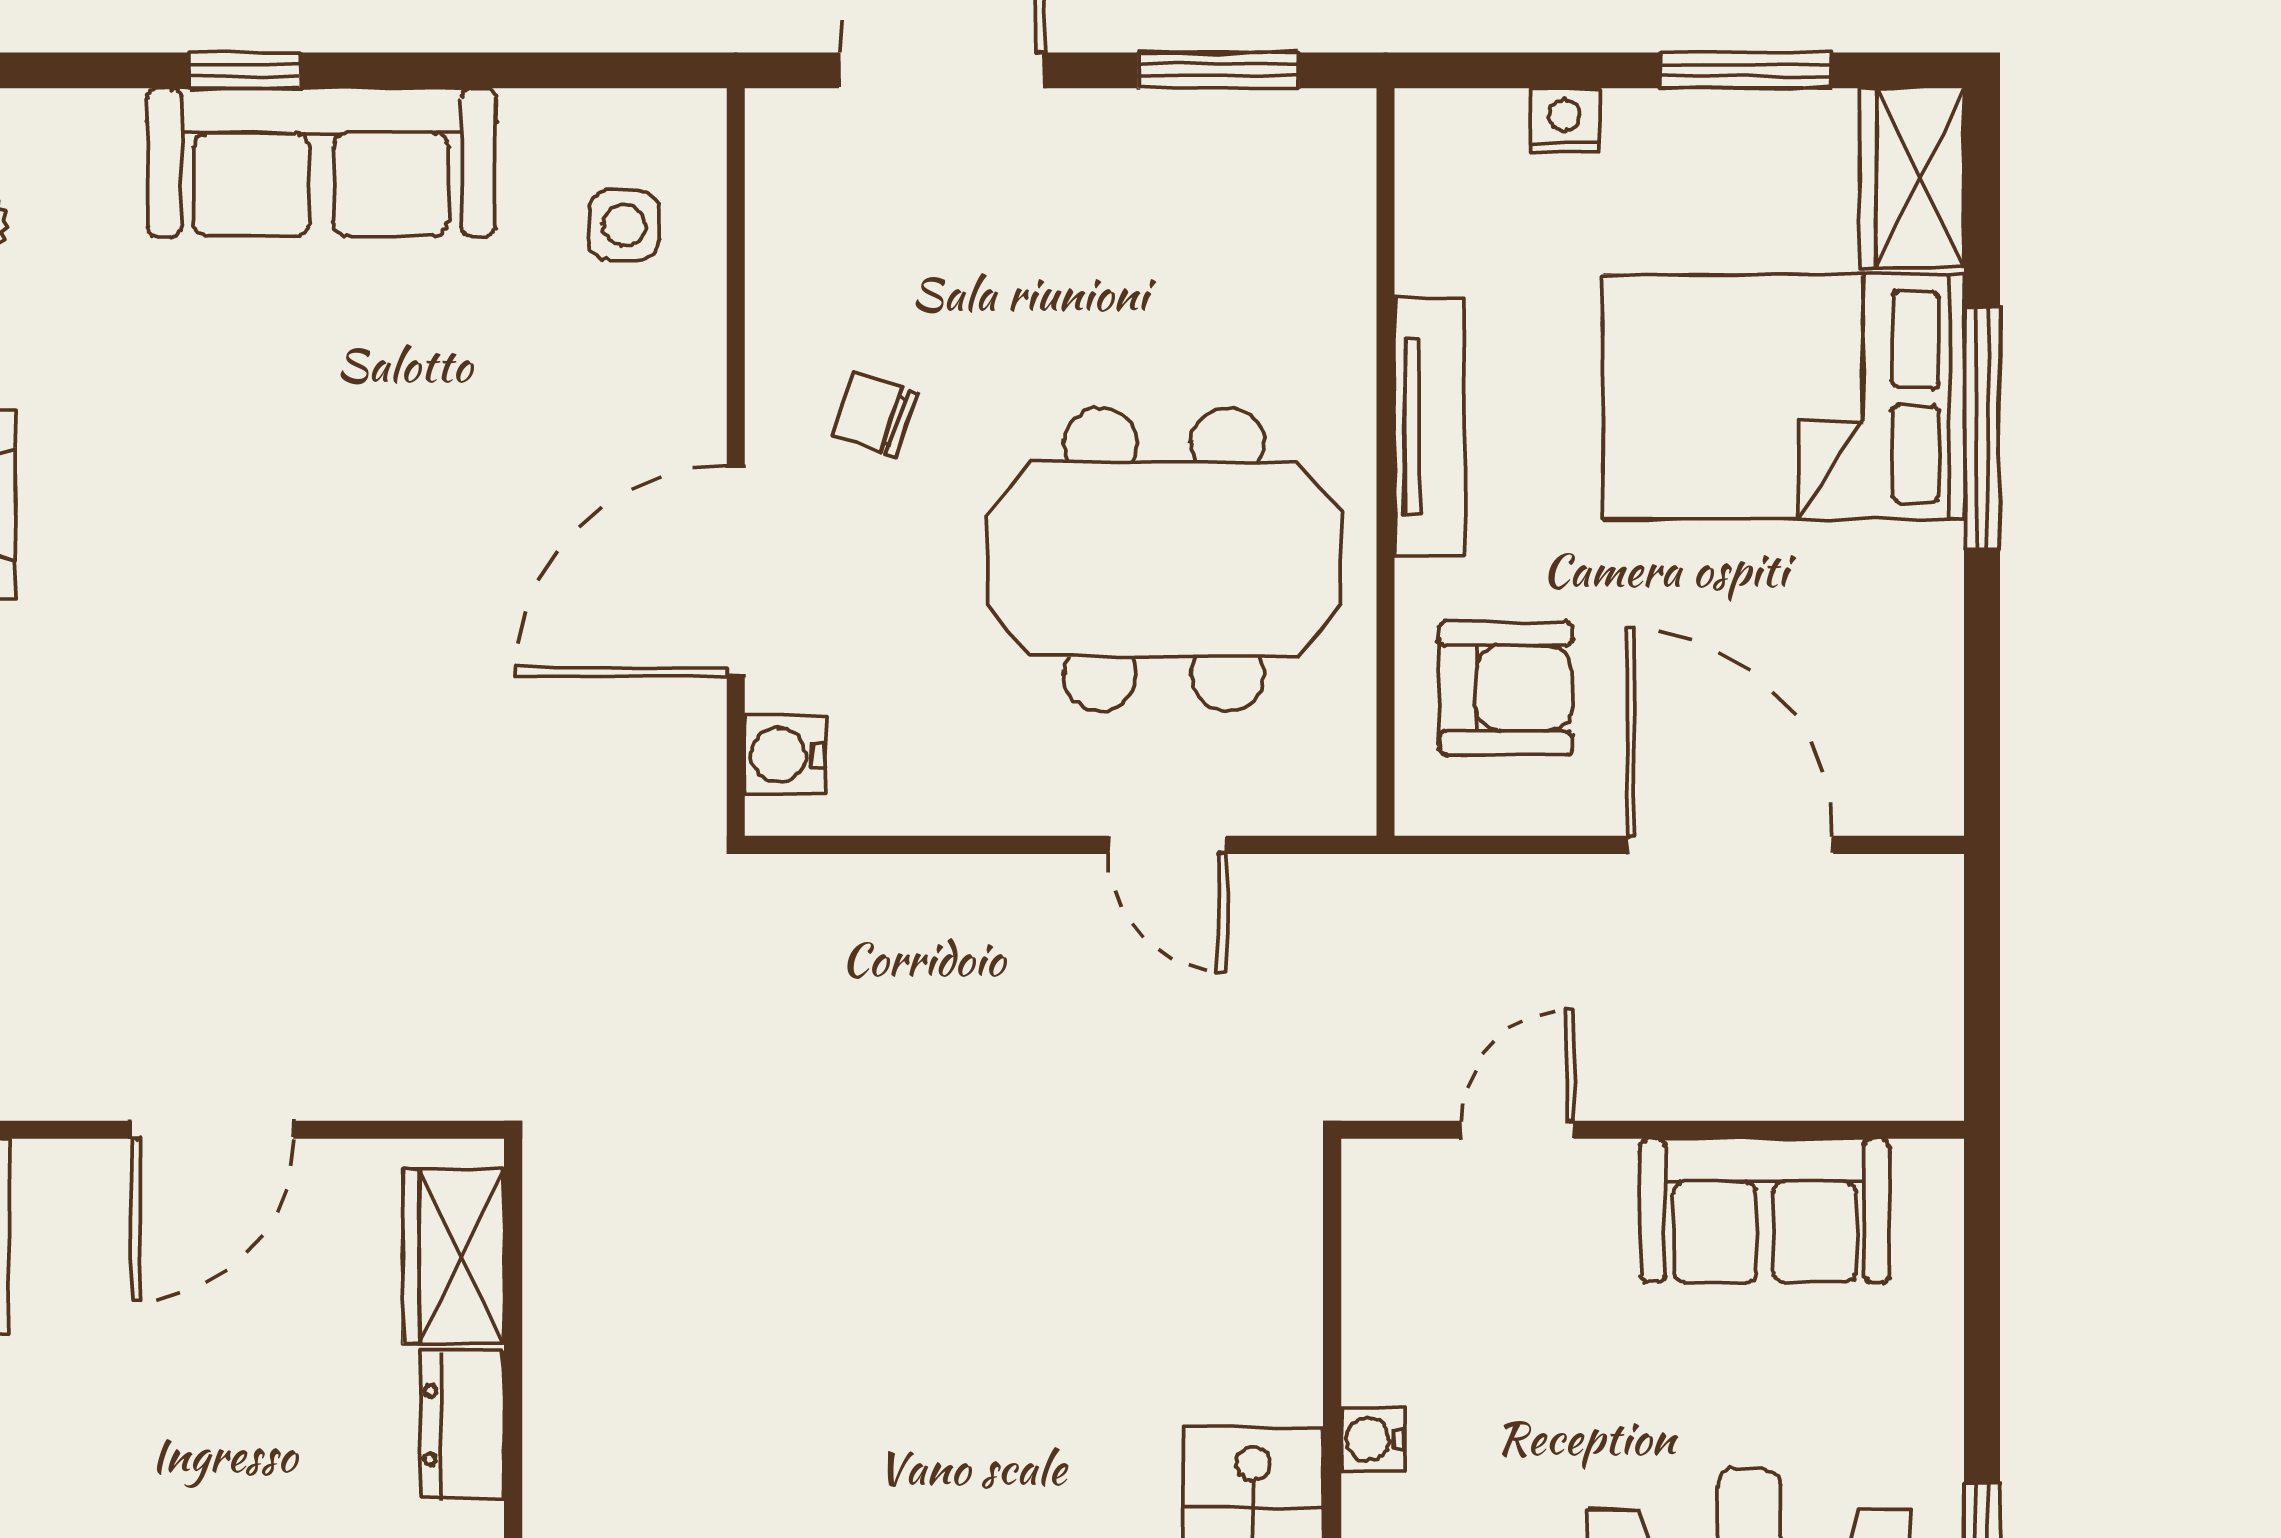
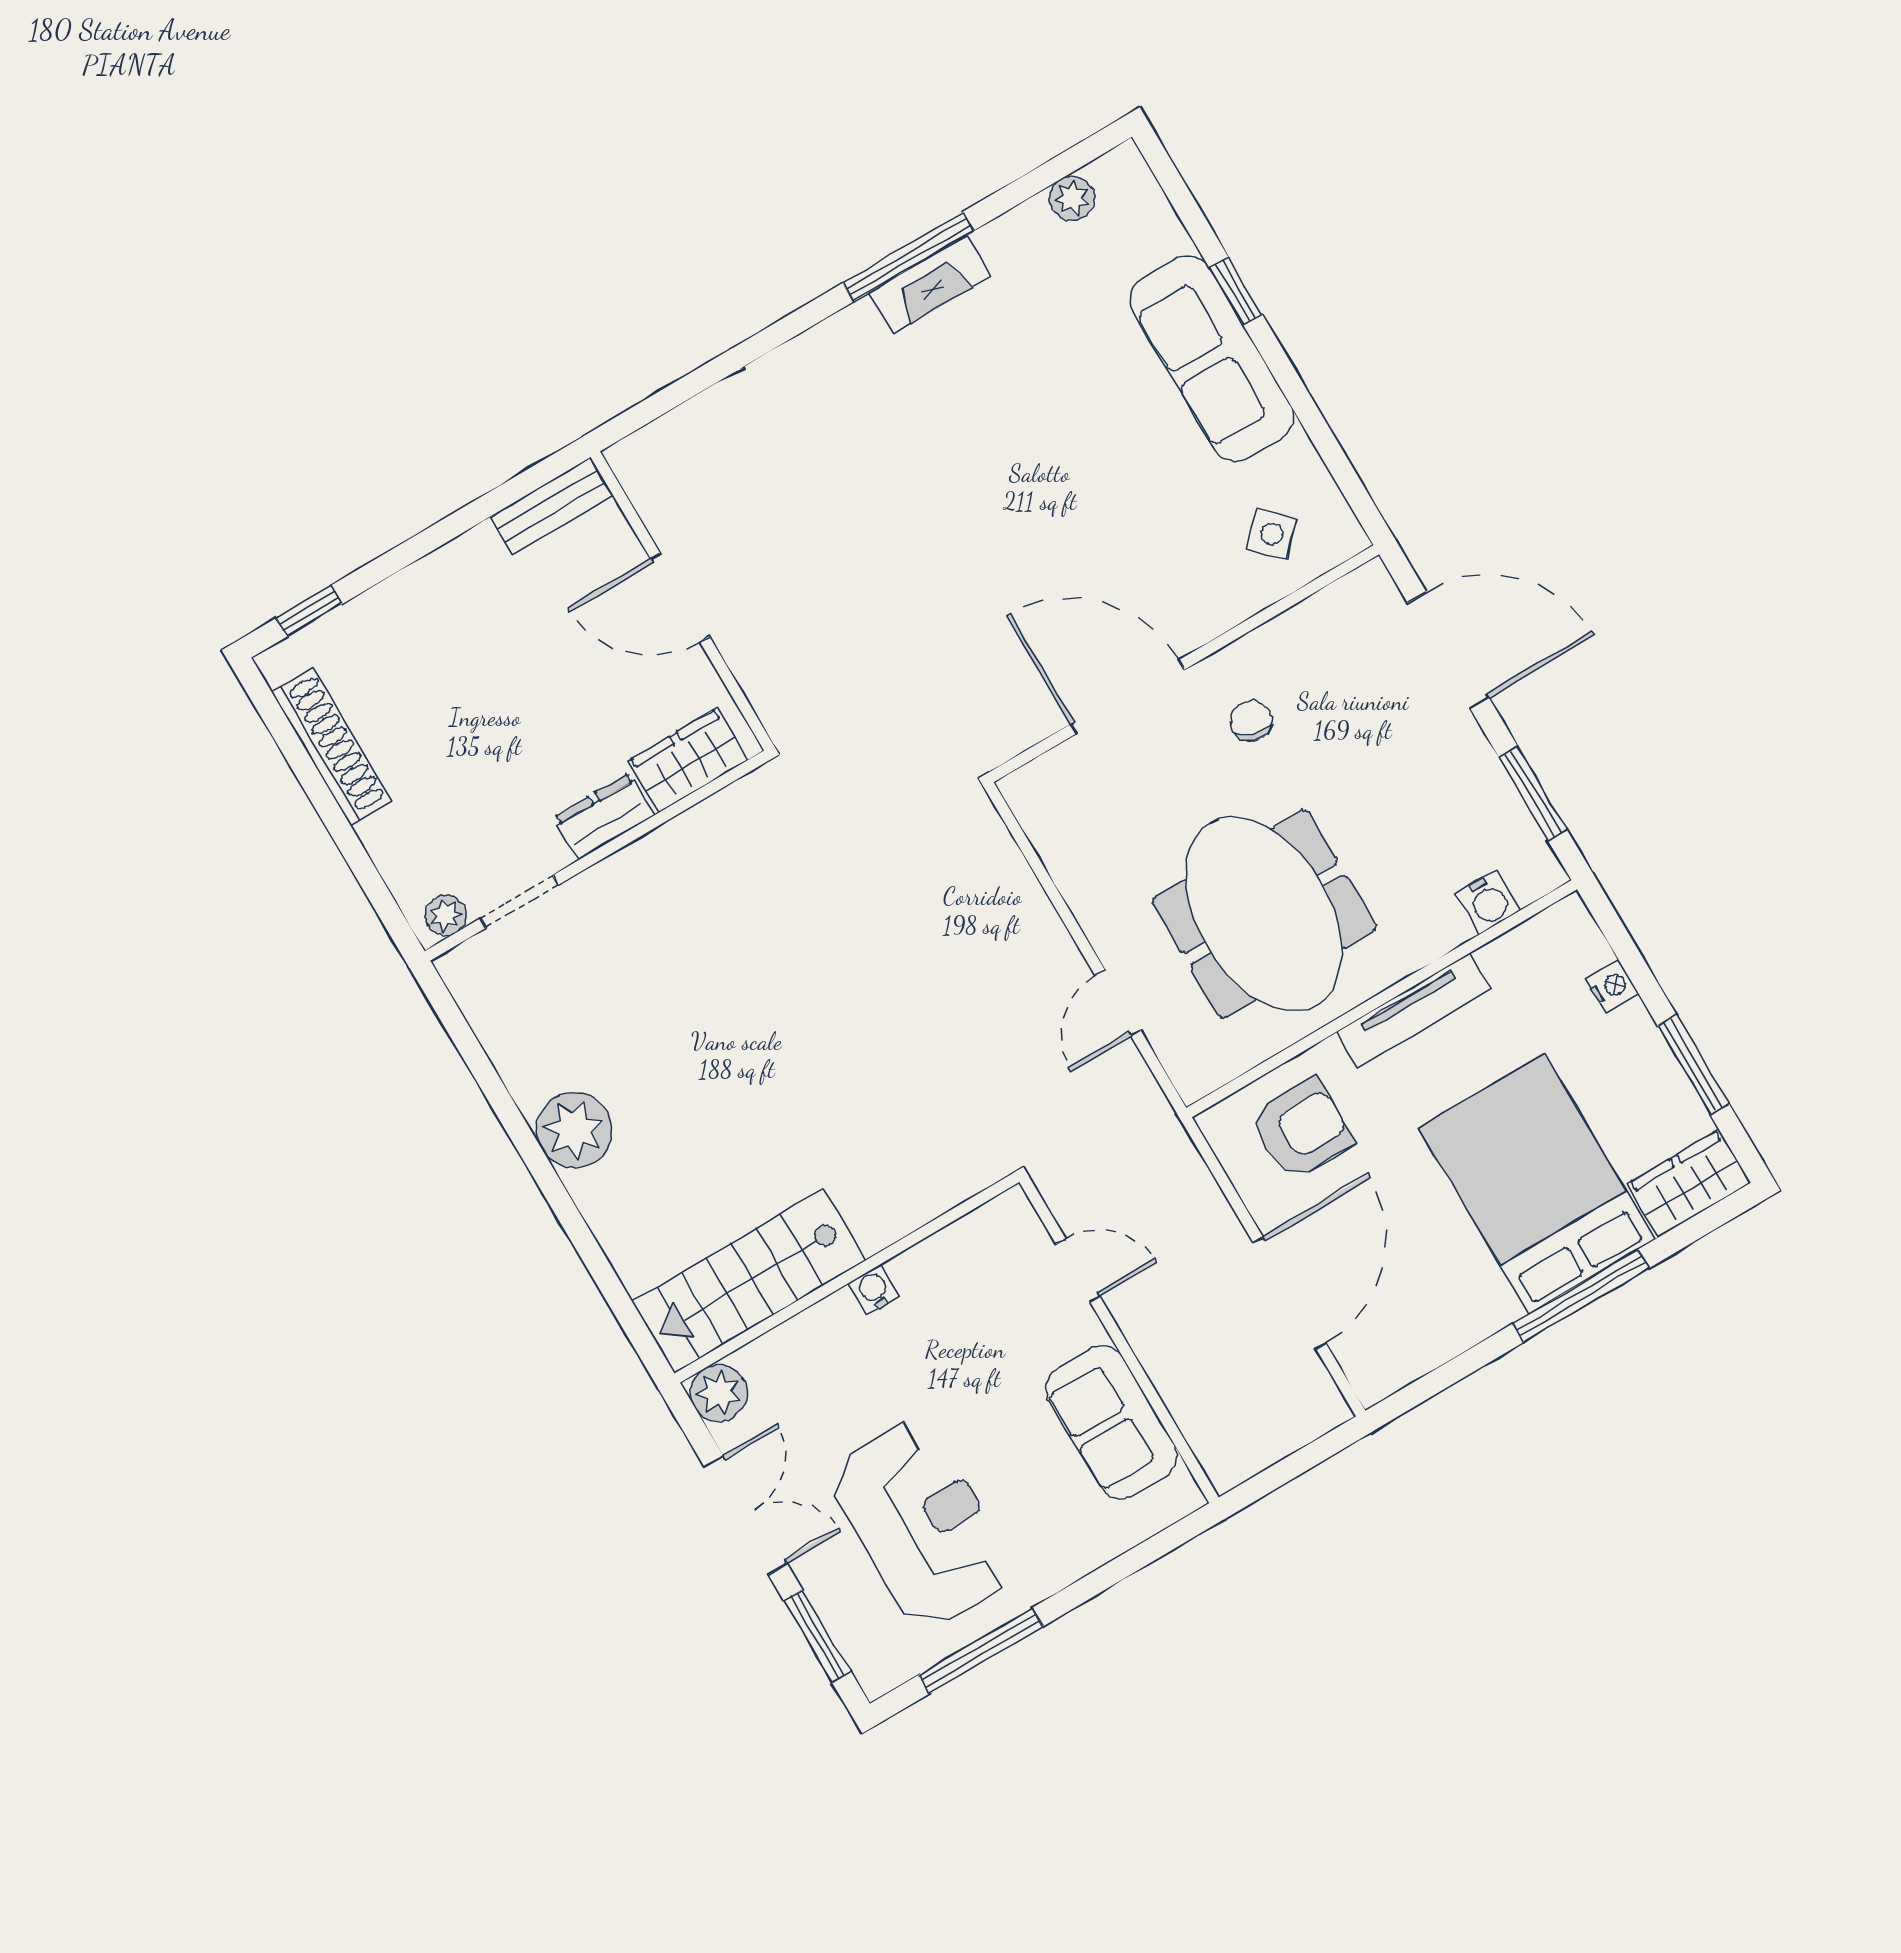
side table: (624, 225) -> (1272, 534), turned 45
armchair: (1506, 688) -> (1302, 1129), turned -90
water cooler: (784, 755) -> (1488, 902), moved, turned 180

